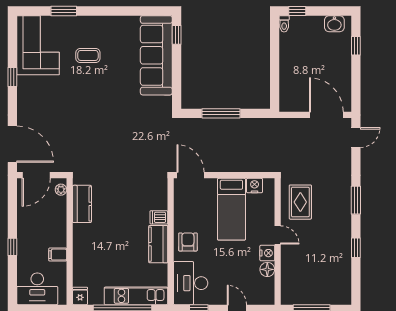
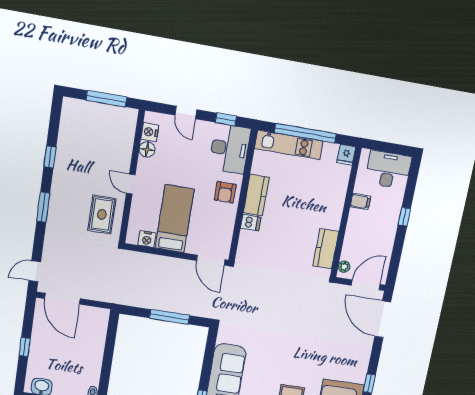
window: (356, 46) -> (25, 347), moved
nightstand: (267, 253) -> (150, 132), moved

